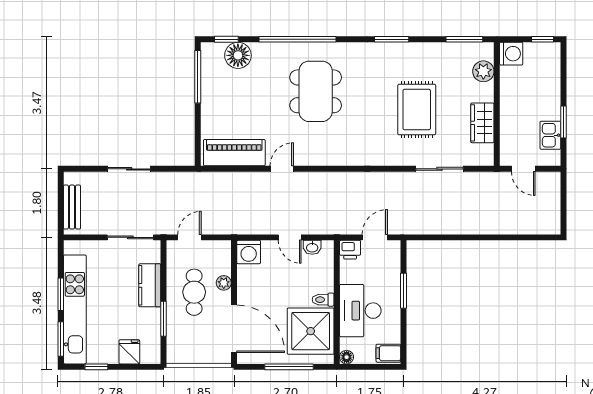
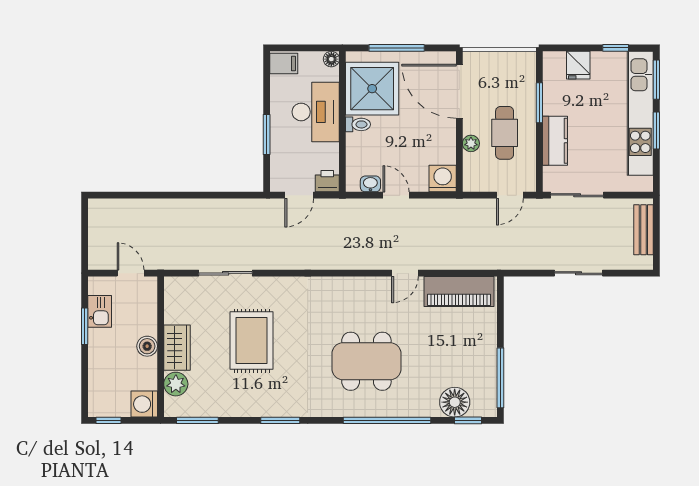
dining table: (316, 91) -> (366, 361), turned 90
boiler: (509, 105) -> (147, 346), added
wardrobe: (482, 123) -> (177, 348), moved

